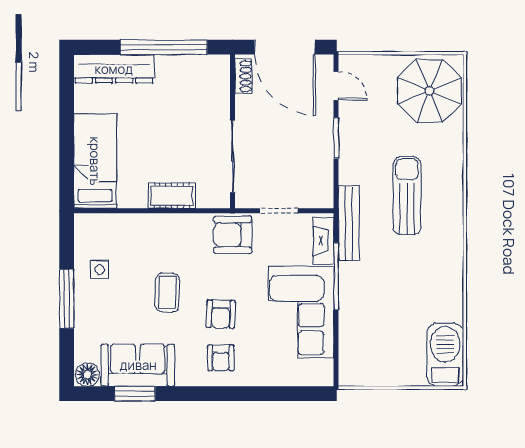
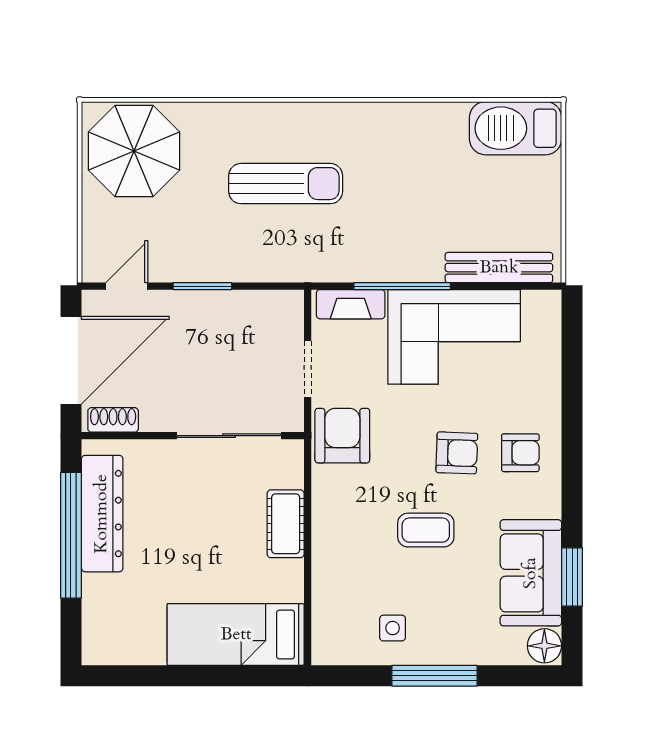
dresser: (114, 69) -> (102, 514), moved
sun lounger: (407, 196) -> (286, 184), turned 180
bench: (349, 224) -> (499, 268), moved
armchair: (233, 235) -> (342, 436), turned 180

